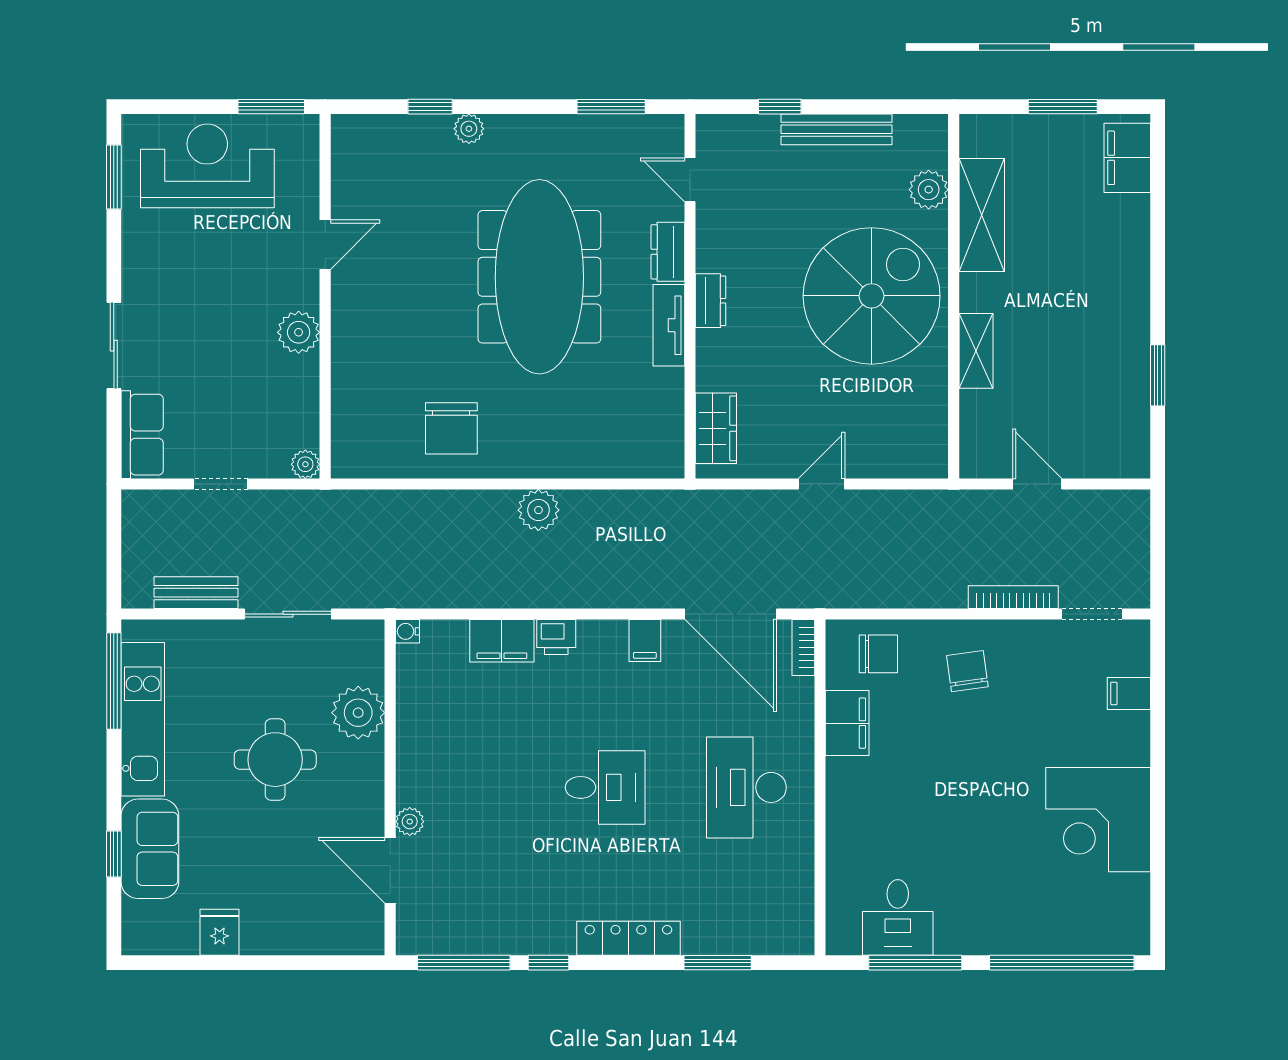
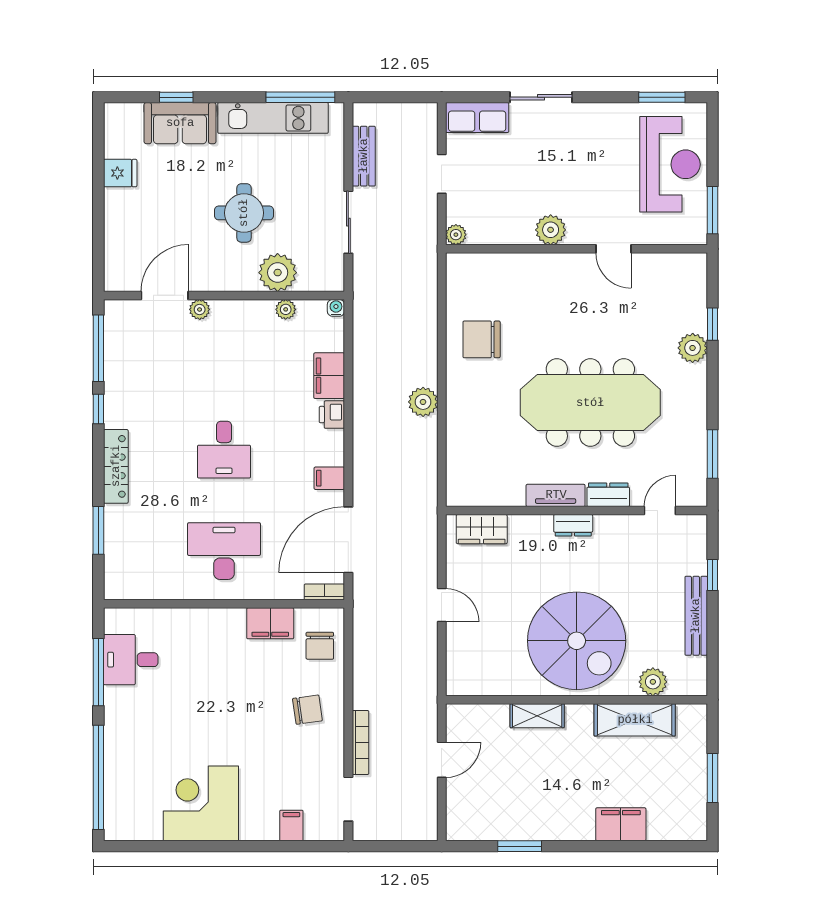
plant: (469, 129) -> (693, 348), width x1.38, depth x1.38
filing cabinet: (1127, 158) -> (621, 824), moved
plant: (410, 701) -> (286, 309), added

